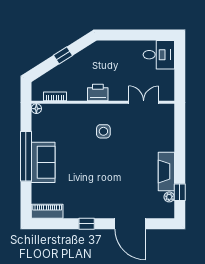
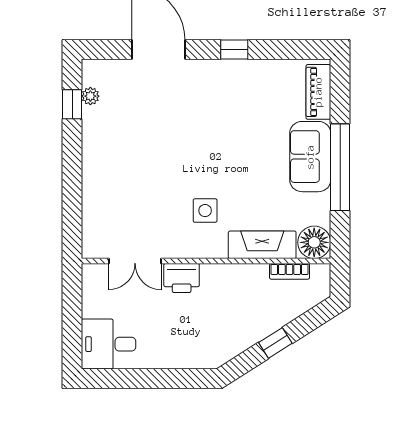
printer: (98, 93) -> (182, 278), moved
floor lamp: (36, 109) -> (314, 242), width x1.89, depth x1.89
fireplace: (166, 171) -> (262, 245), moved, turned -90
piano: (47, 211) -> (318, 92), moved, turned 90

